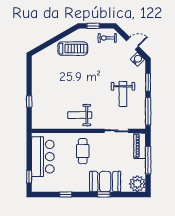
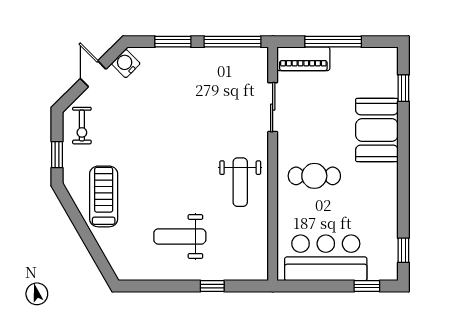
weight bench: (123, 94) -> (180, 236), moved, turned 180
plant: (137, 184) -> (381, 64), removed
window: (66, 194) -> (403, 250), moved
window: (104, 194) -> (403, 88), moved

